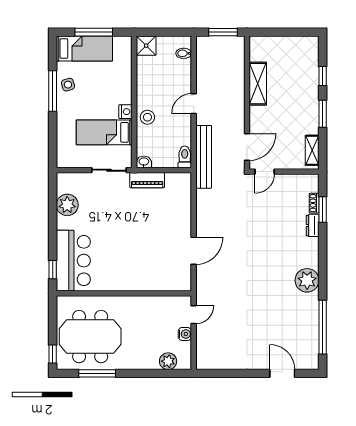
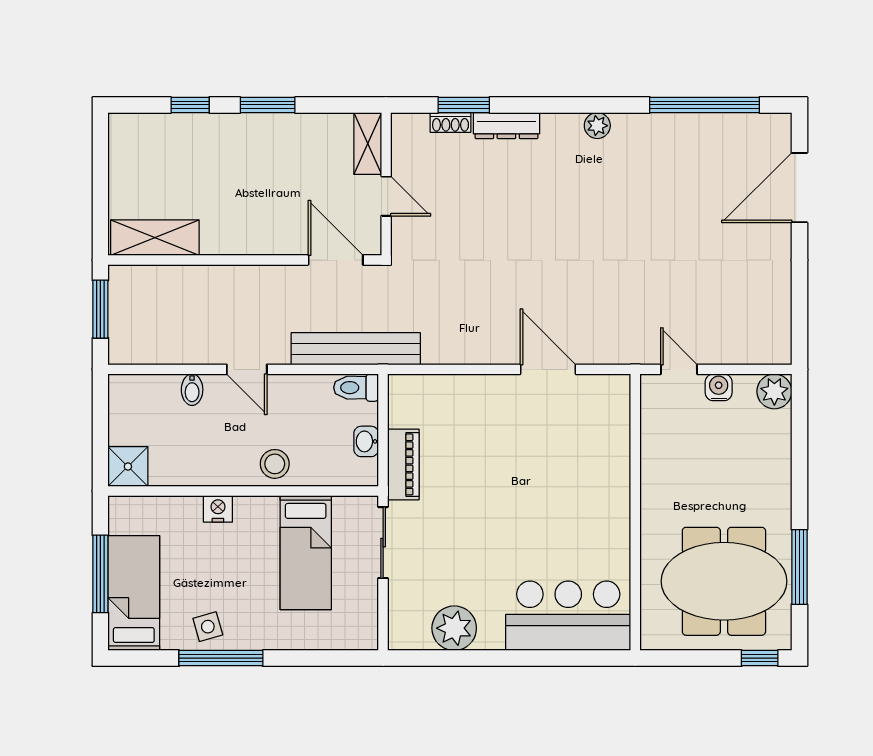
bidet: (184, 53) -> (192, 390), moved
shelving: (258, 84) -> (155, 238), moved
nightstand: (125, 112) -> (218, 509), moved
shelving: (312, 150) -> (368, 143), moved, turned 90
washbasin: (144, 162) -> (366, 441), moved
door: (265, 172) -> (386, 196), moved
dresser: (313, 225) -> (506, 126), width x1.44
window: (53, 270) -> (587, 658), removed
plant: (307, 280) -> (597, 126), width x0.53, depth x0.53
meeting table: (90, 337) -> (724, 581), turned 90
plant: (168, 361) -> (774, 391), moved
door: (282, 373) -> (799, 188), width x1.36

